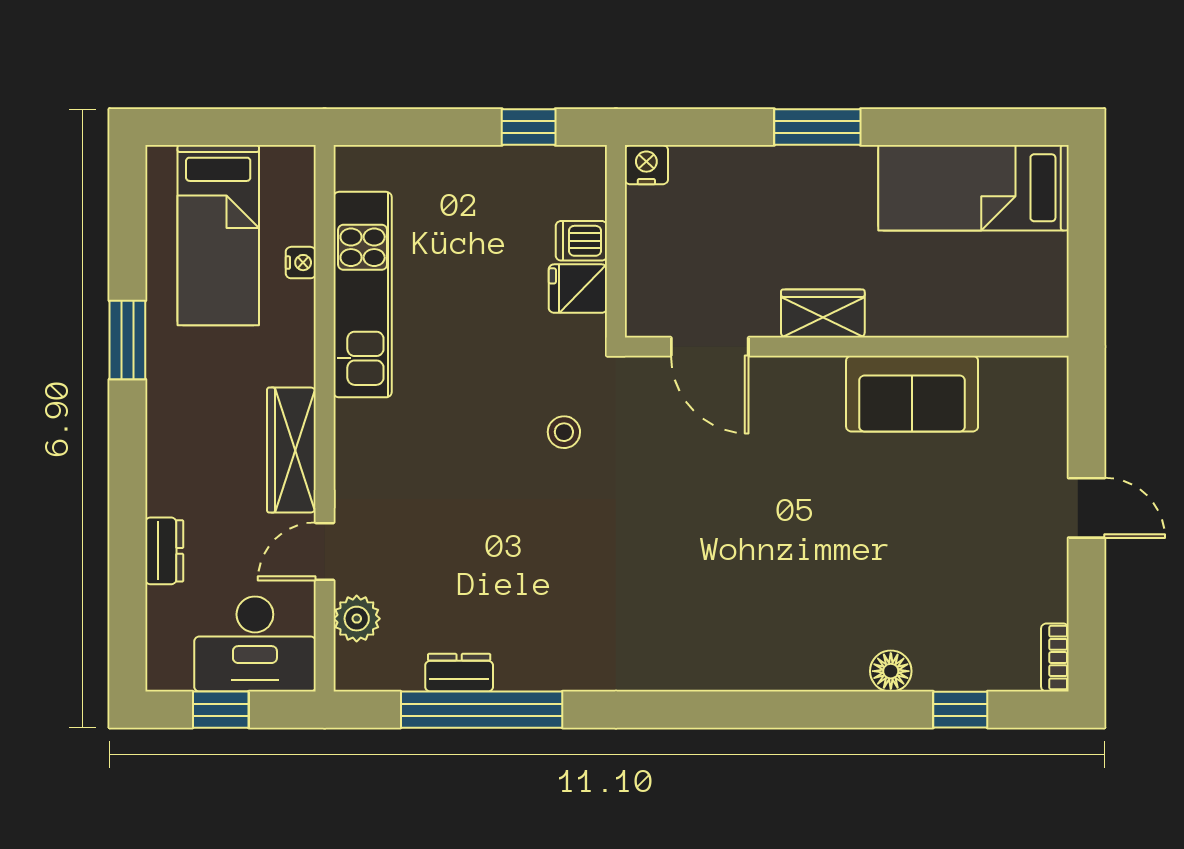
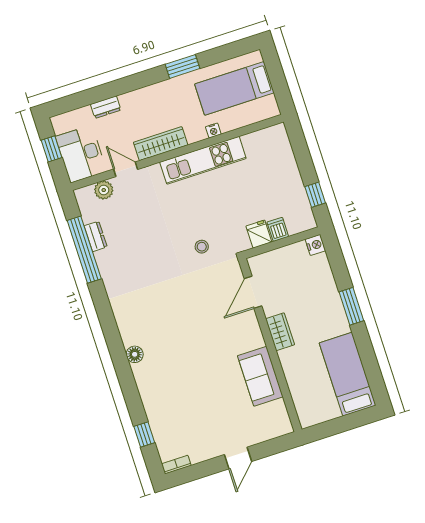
nightstand: (301, 263) -> (213, 130), moved
kitchen unit: (363, 295) -> (203, 160), moved
floor lamp: (891, 671) -> (135, 354), moved

